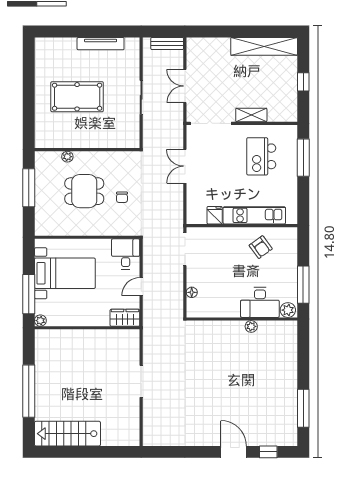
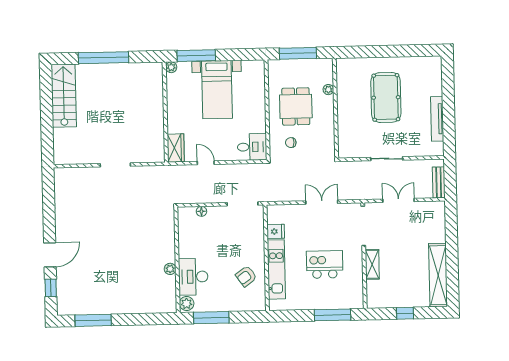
kitchen island: (261, 156) -> (325, 264), moved
wall: (87, 237) -> (267, 110), moved
desk: (126, 254) -> (252, 147), moved

